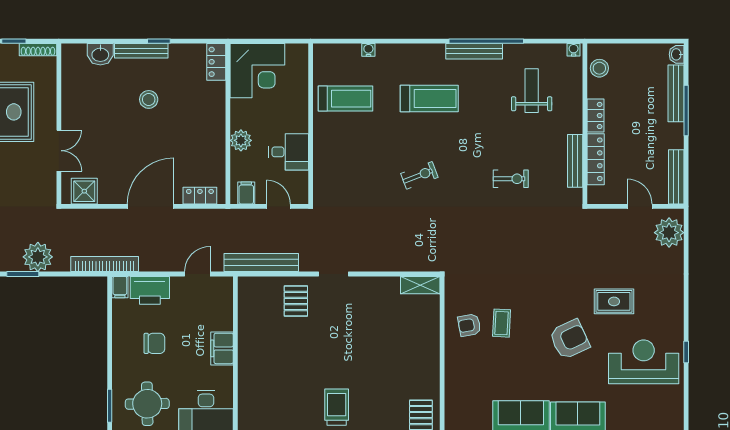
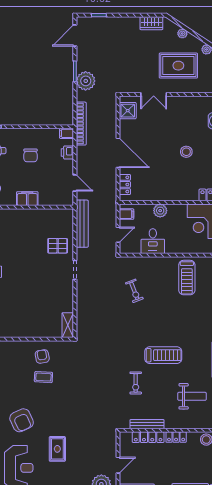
treadmill: (429, 99) -> (163, 355), moved, turned -90
exercise bike: (419, 175) -> (134, 291), moved
printer: (150, 290) -> (67, 153), width x0.53, depth x0.68
armchair: (569, 339) -> (22, 420), moved

